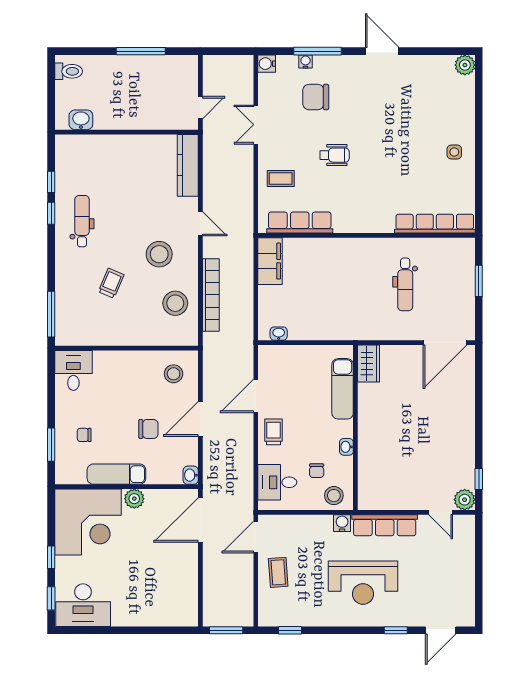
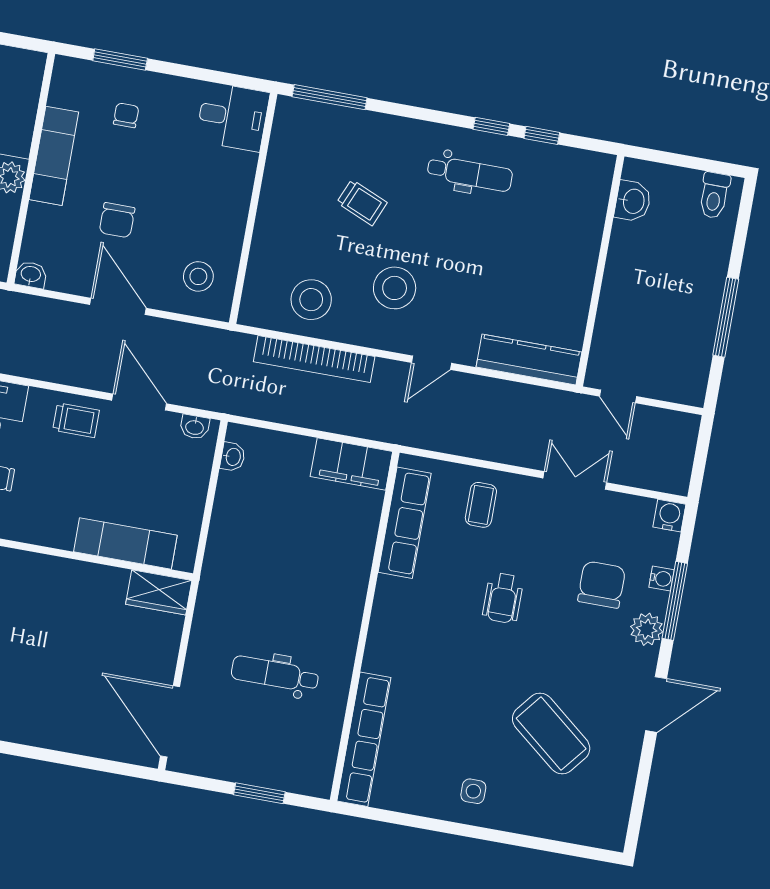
plant: (465, 65) -> (647, 629), moved
coffee table: (411, 111) -> (551, 734), added
washbasin: (346, 447) -> (195, 427), moved, turned 180

